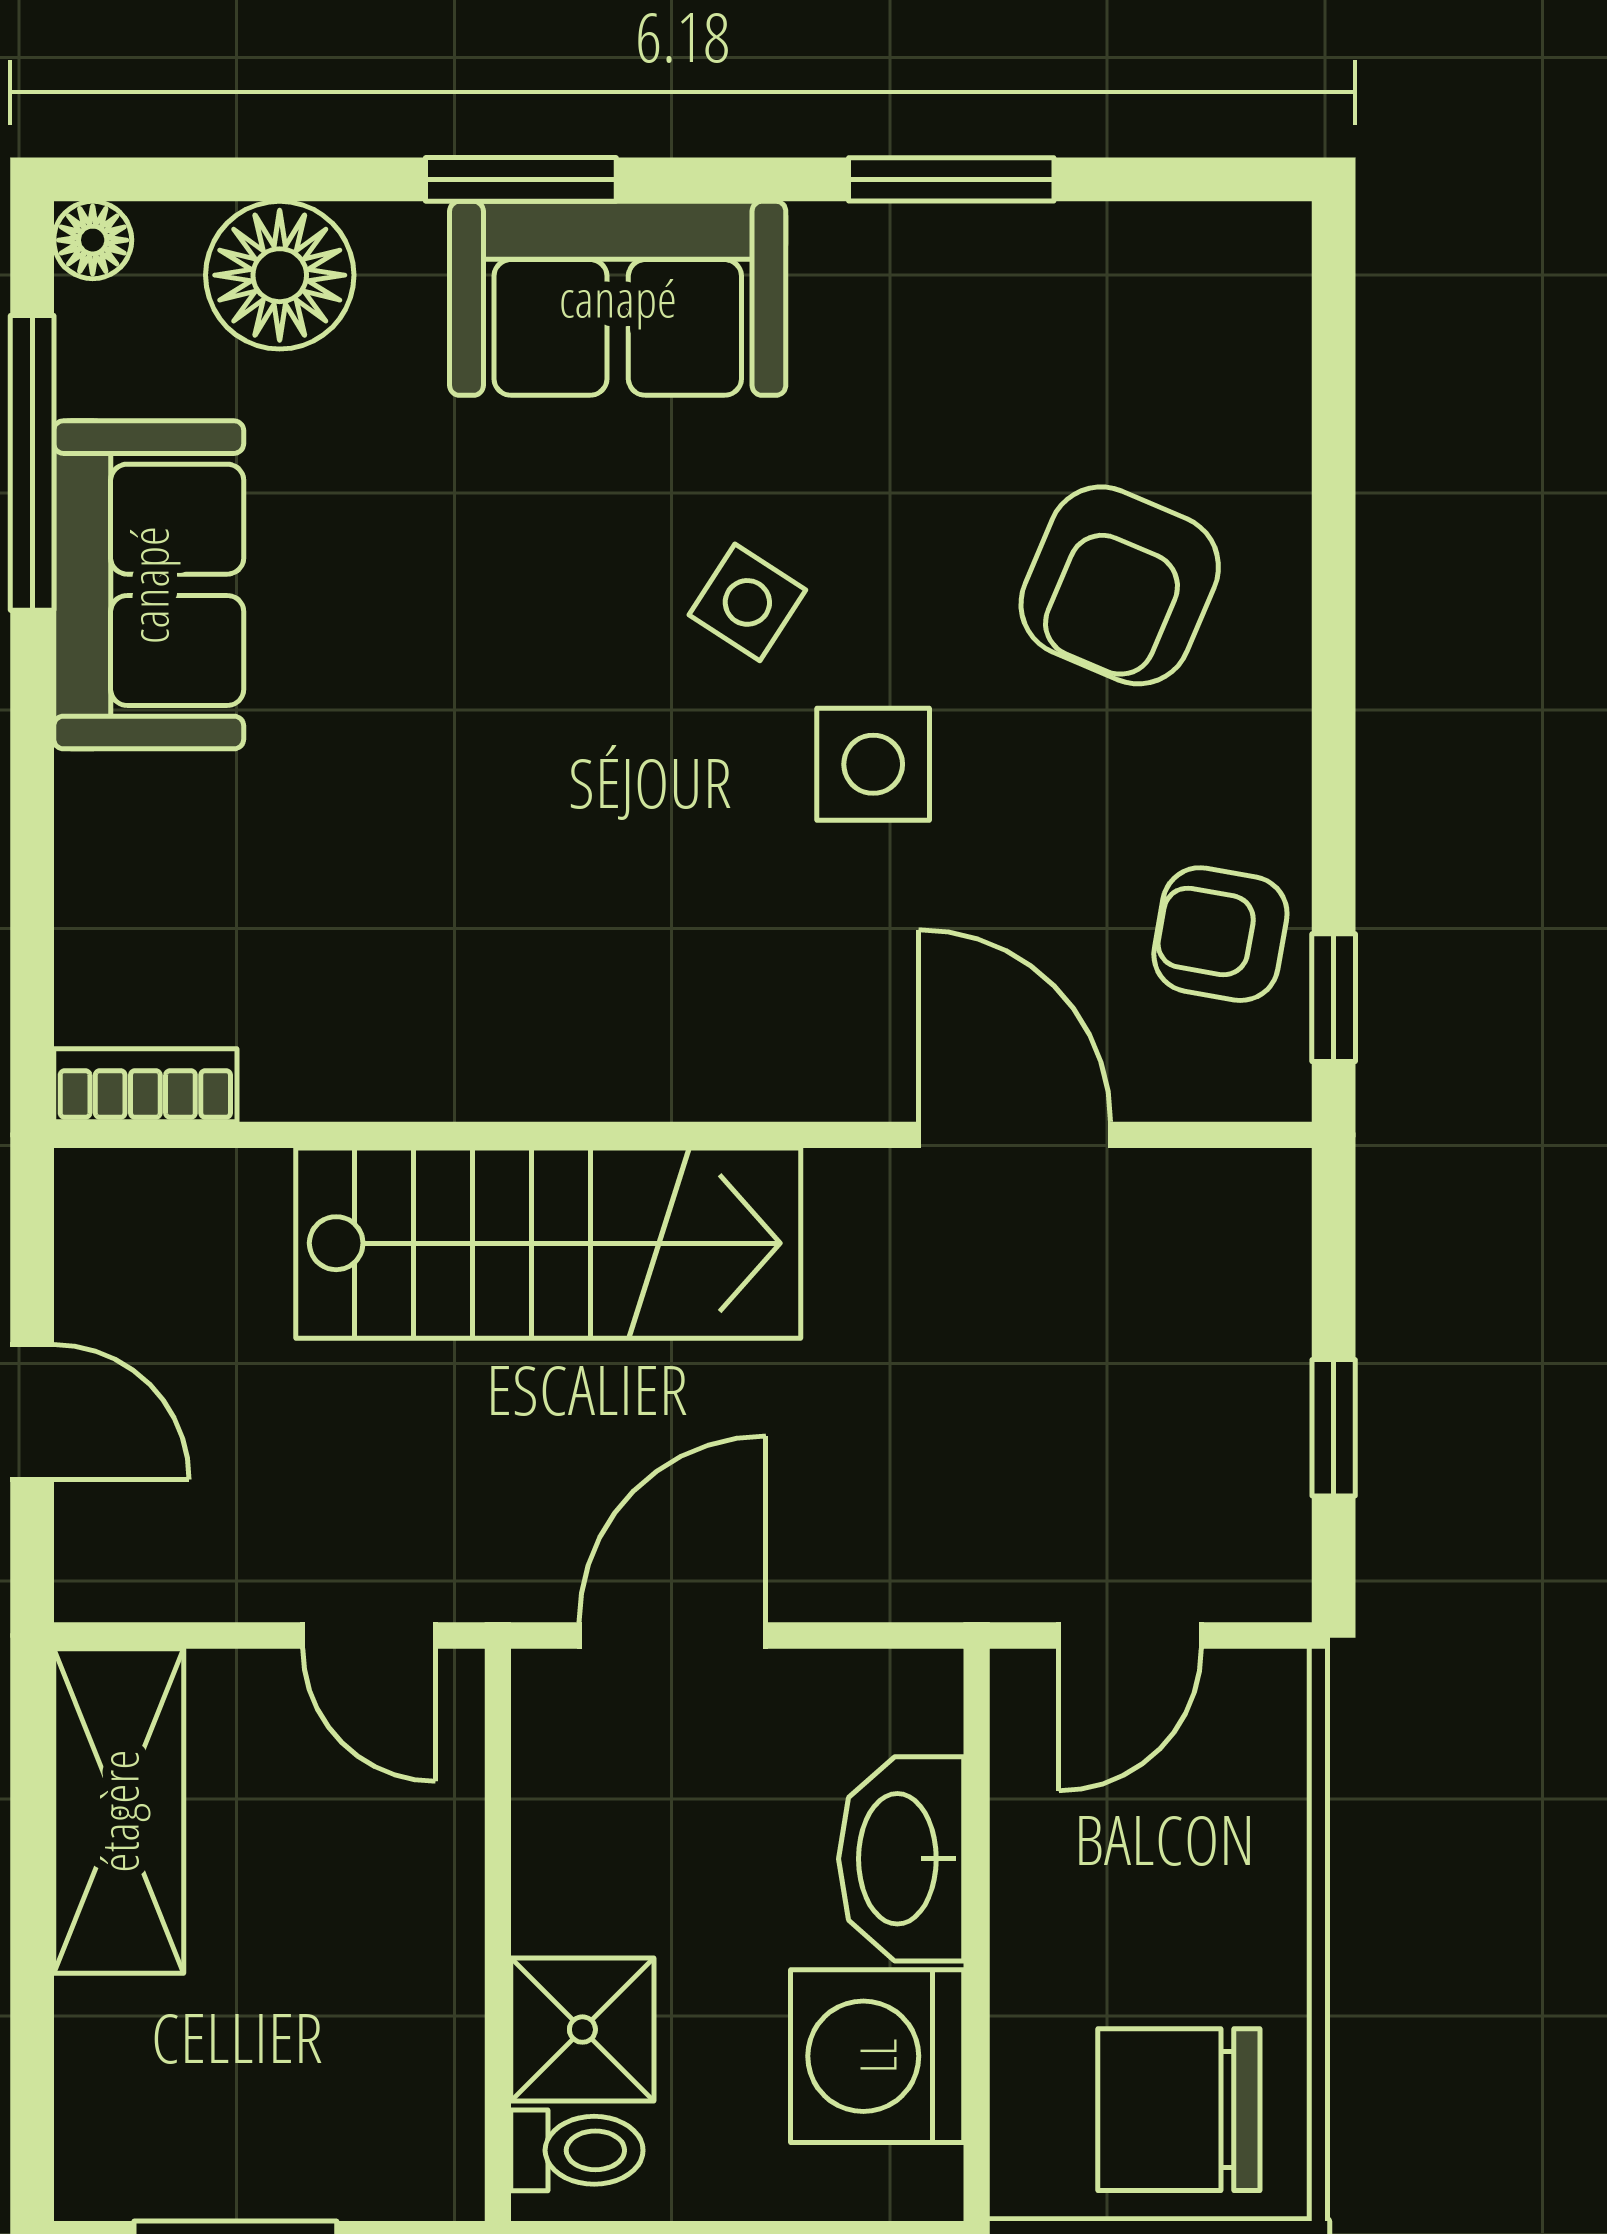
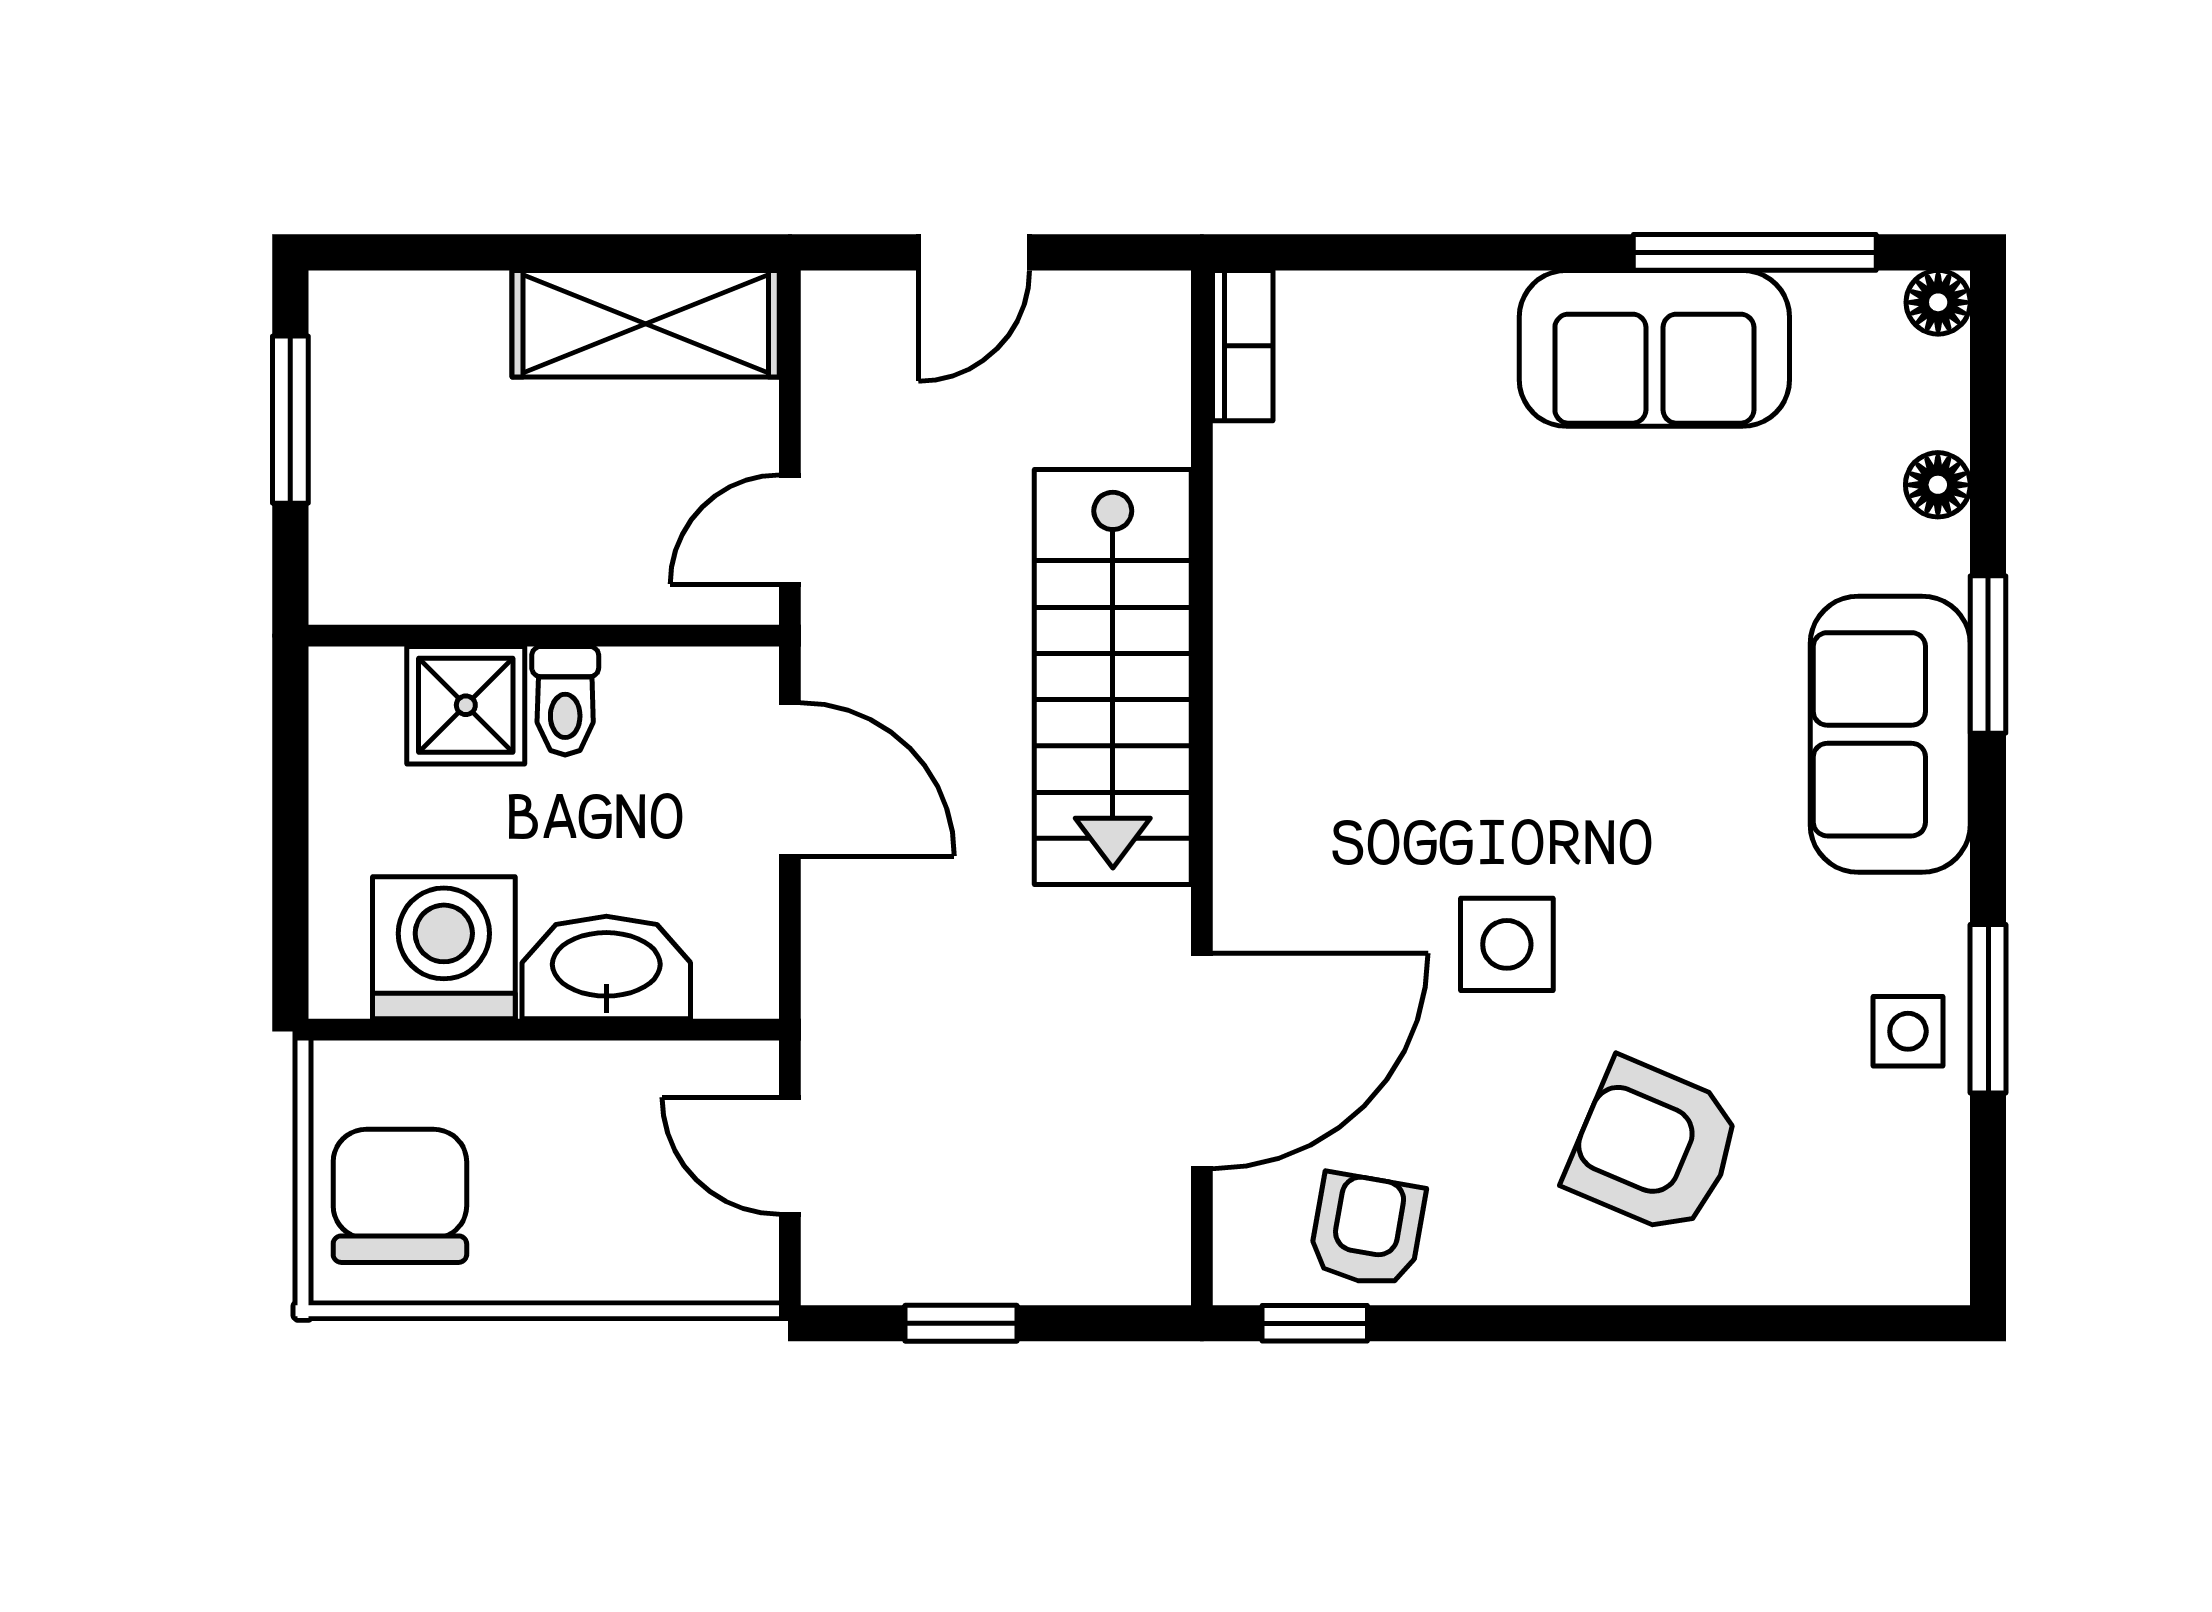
floor lamp: (280, 275) -> (1938, 485), width x0.53, depth x0.53
side table: (747, 602) -> (1908, 1031), moved, turned -33
door: (1015, 1135) -> (1202, 1061), width x1.36
toilet: (577, 2150) -> (565, 701), moved

